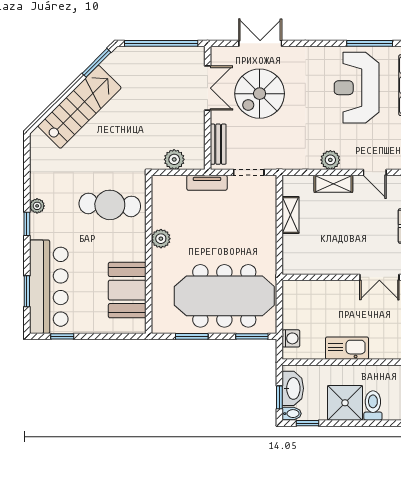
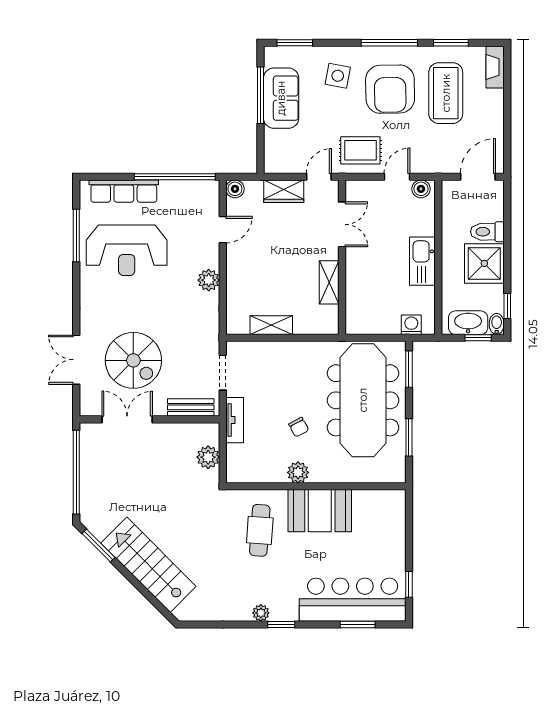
shelving: (333, 184) -> (329, 282), moved
cafe table: (110, 205) -> (260, 530), width x0.73, depth x0.74
chair: (201, 239) -> (299, 427), added
booth: (127, 290) -> (320, 511), moved

